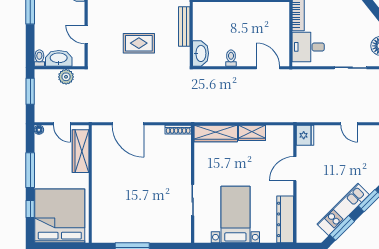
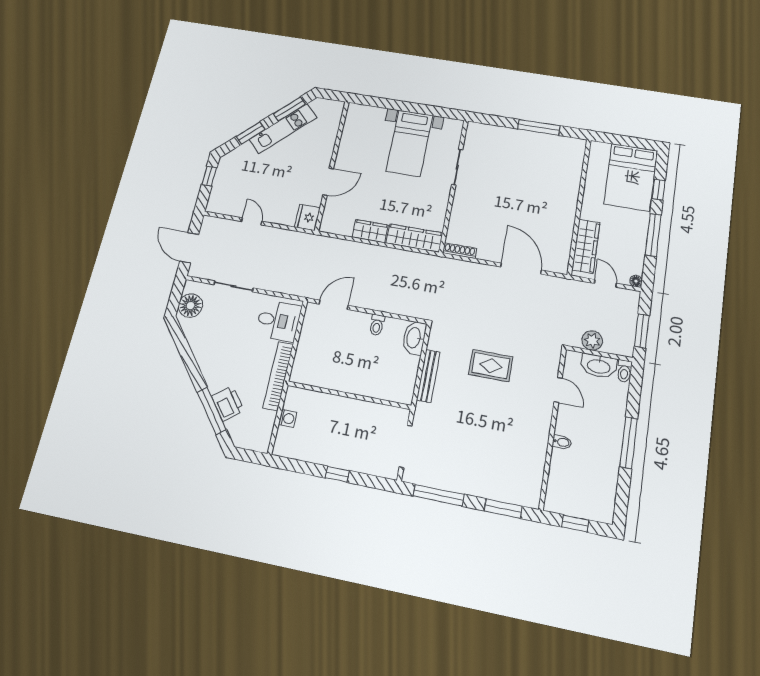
door: (268, 68) -> (333, 305), swing flipped
bed: (60, 216) -> (631, 177), width x0.73
dresser: (285, 219) -> (352, 128), removed

